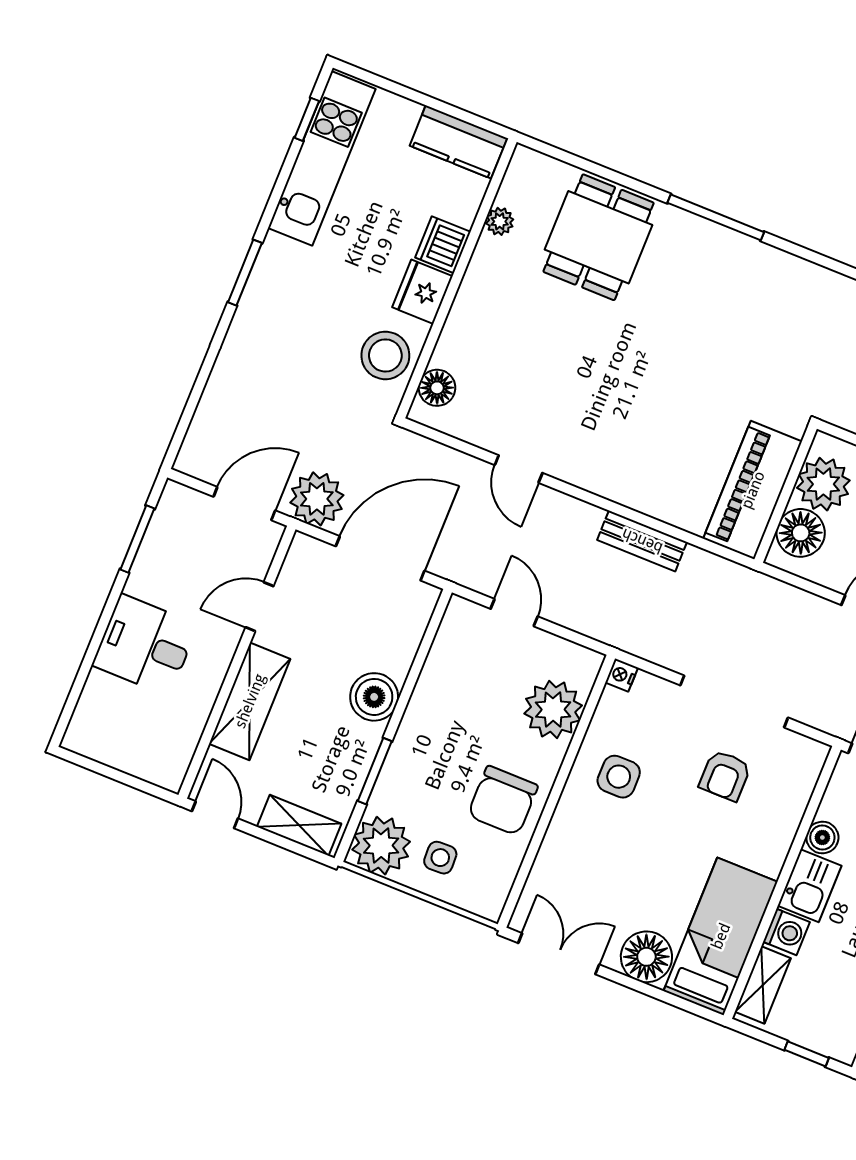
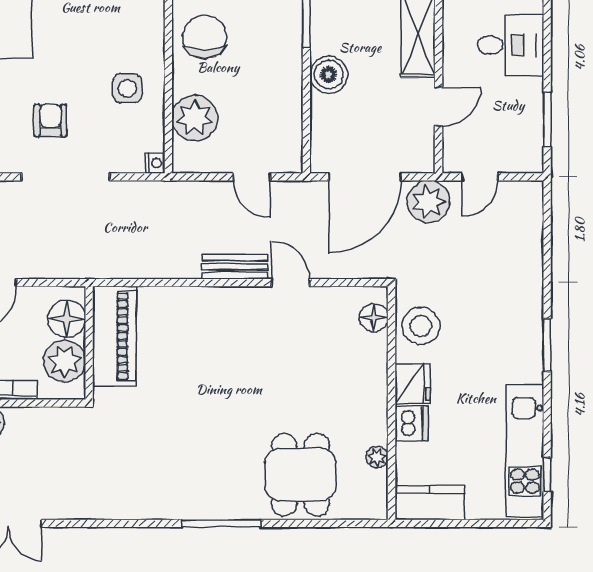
door: (244, 504) -> (480, 177), width x0.73
bench: (642, 541) -> (235, 267), moved

